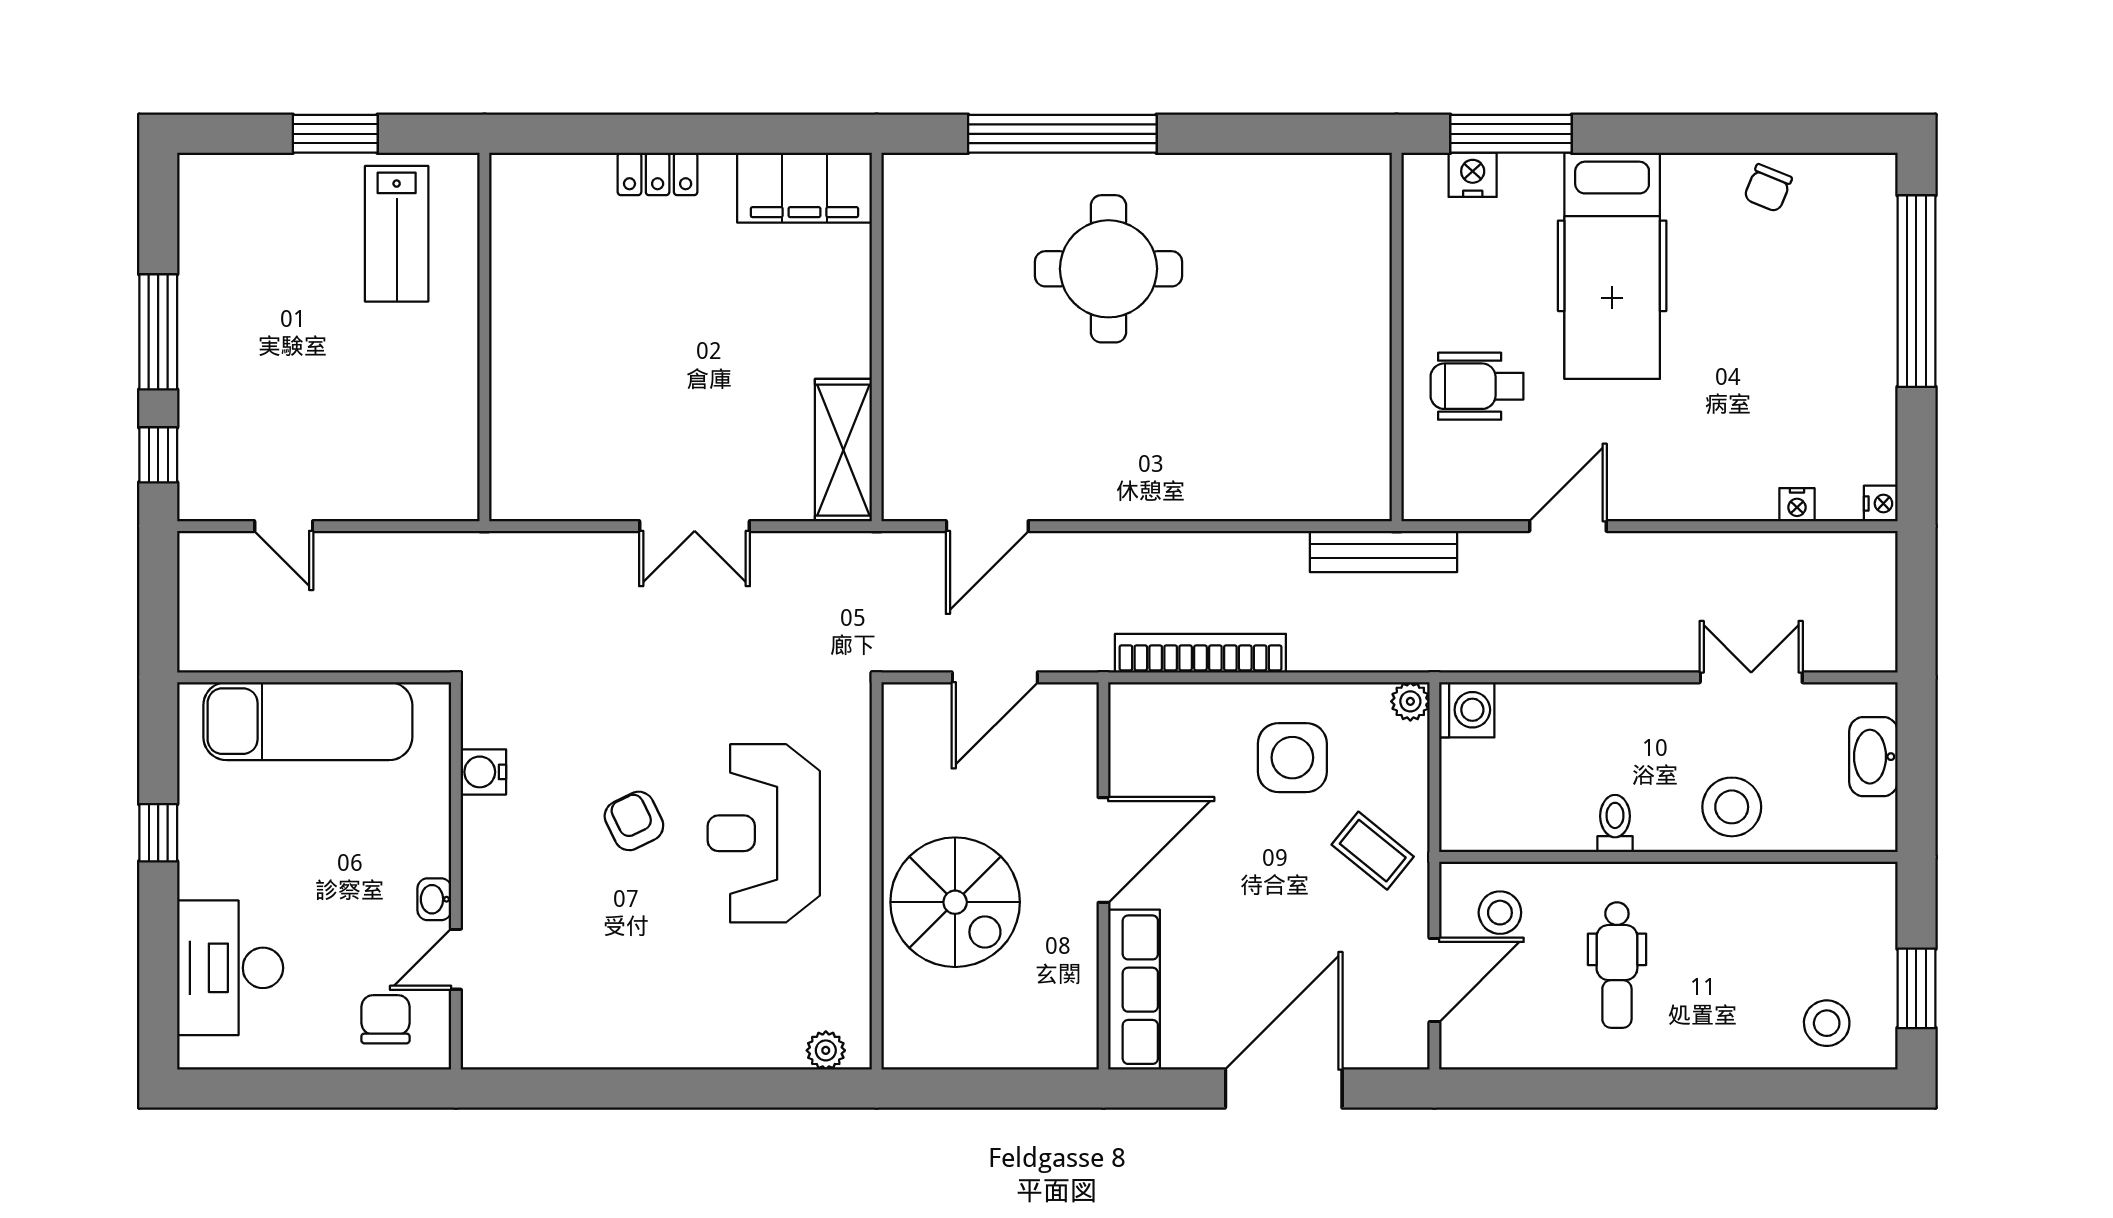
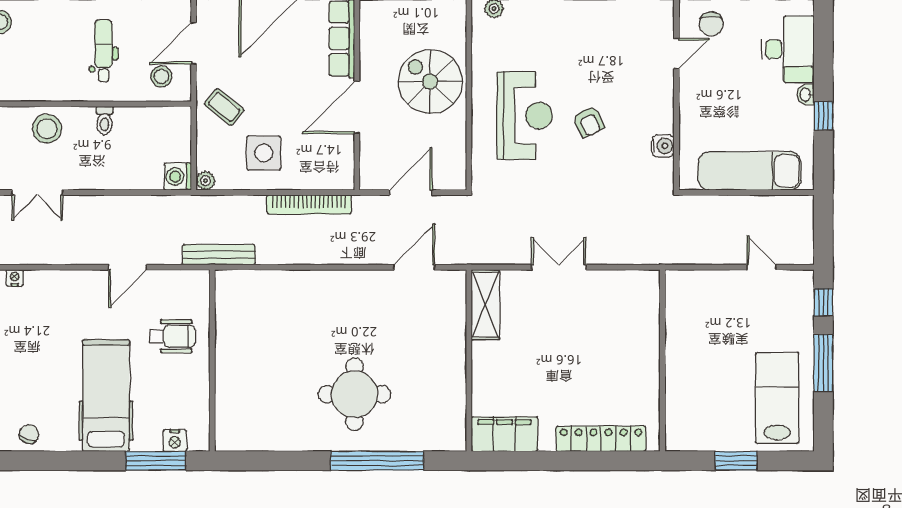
locker: (658, 174) -> (601, 439), width x2.16, depth x1.21
lab bench: (397, 234) -> (777, 398), moved, width x1.36, depth x1.39
washbasin: (434, 899) -> (806, 95), moved, turned 180

